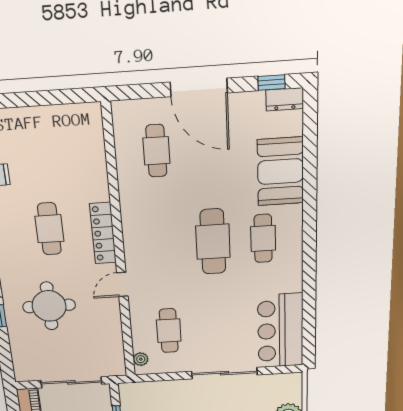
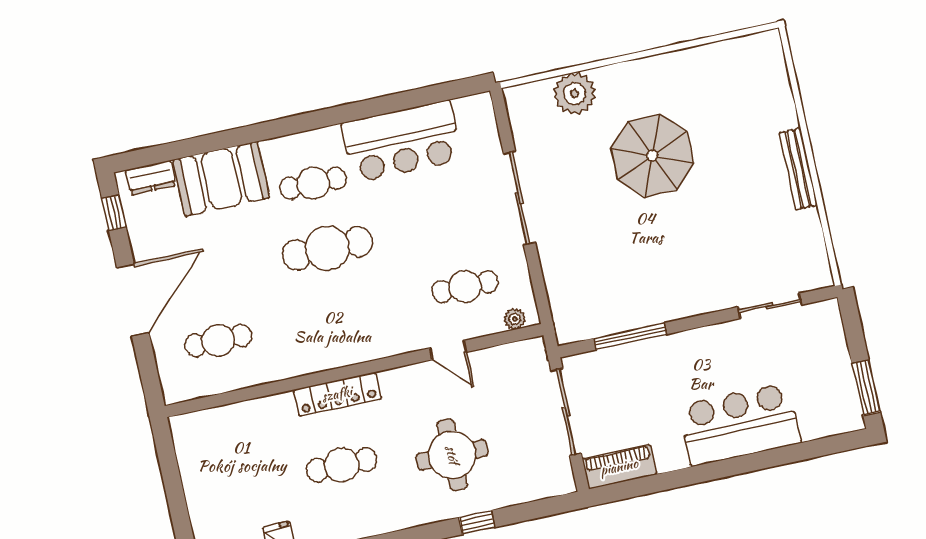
dresser: (285, 99) -> (151, 178), moved, turned 90
door: (122, 284) -> (448, 350), moved
bar counter: (280, 331) -> (402, 141), moved

